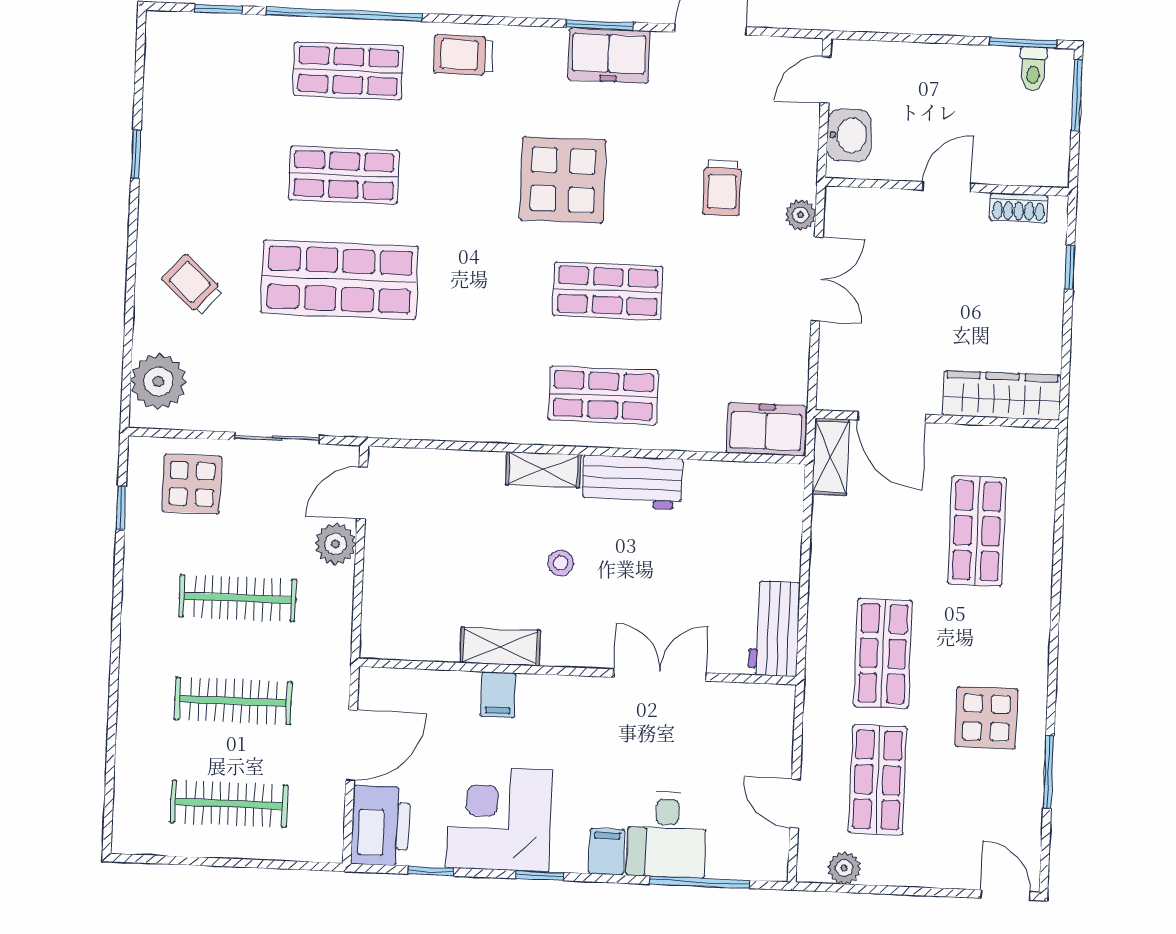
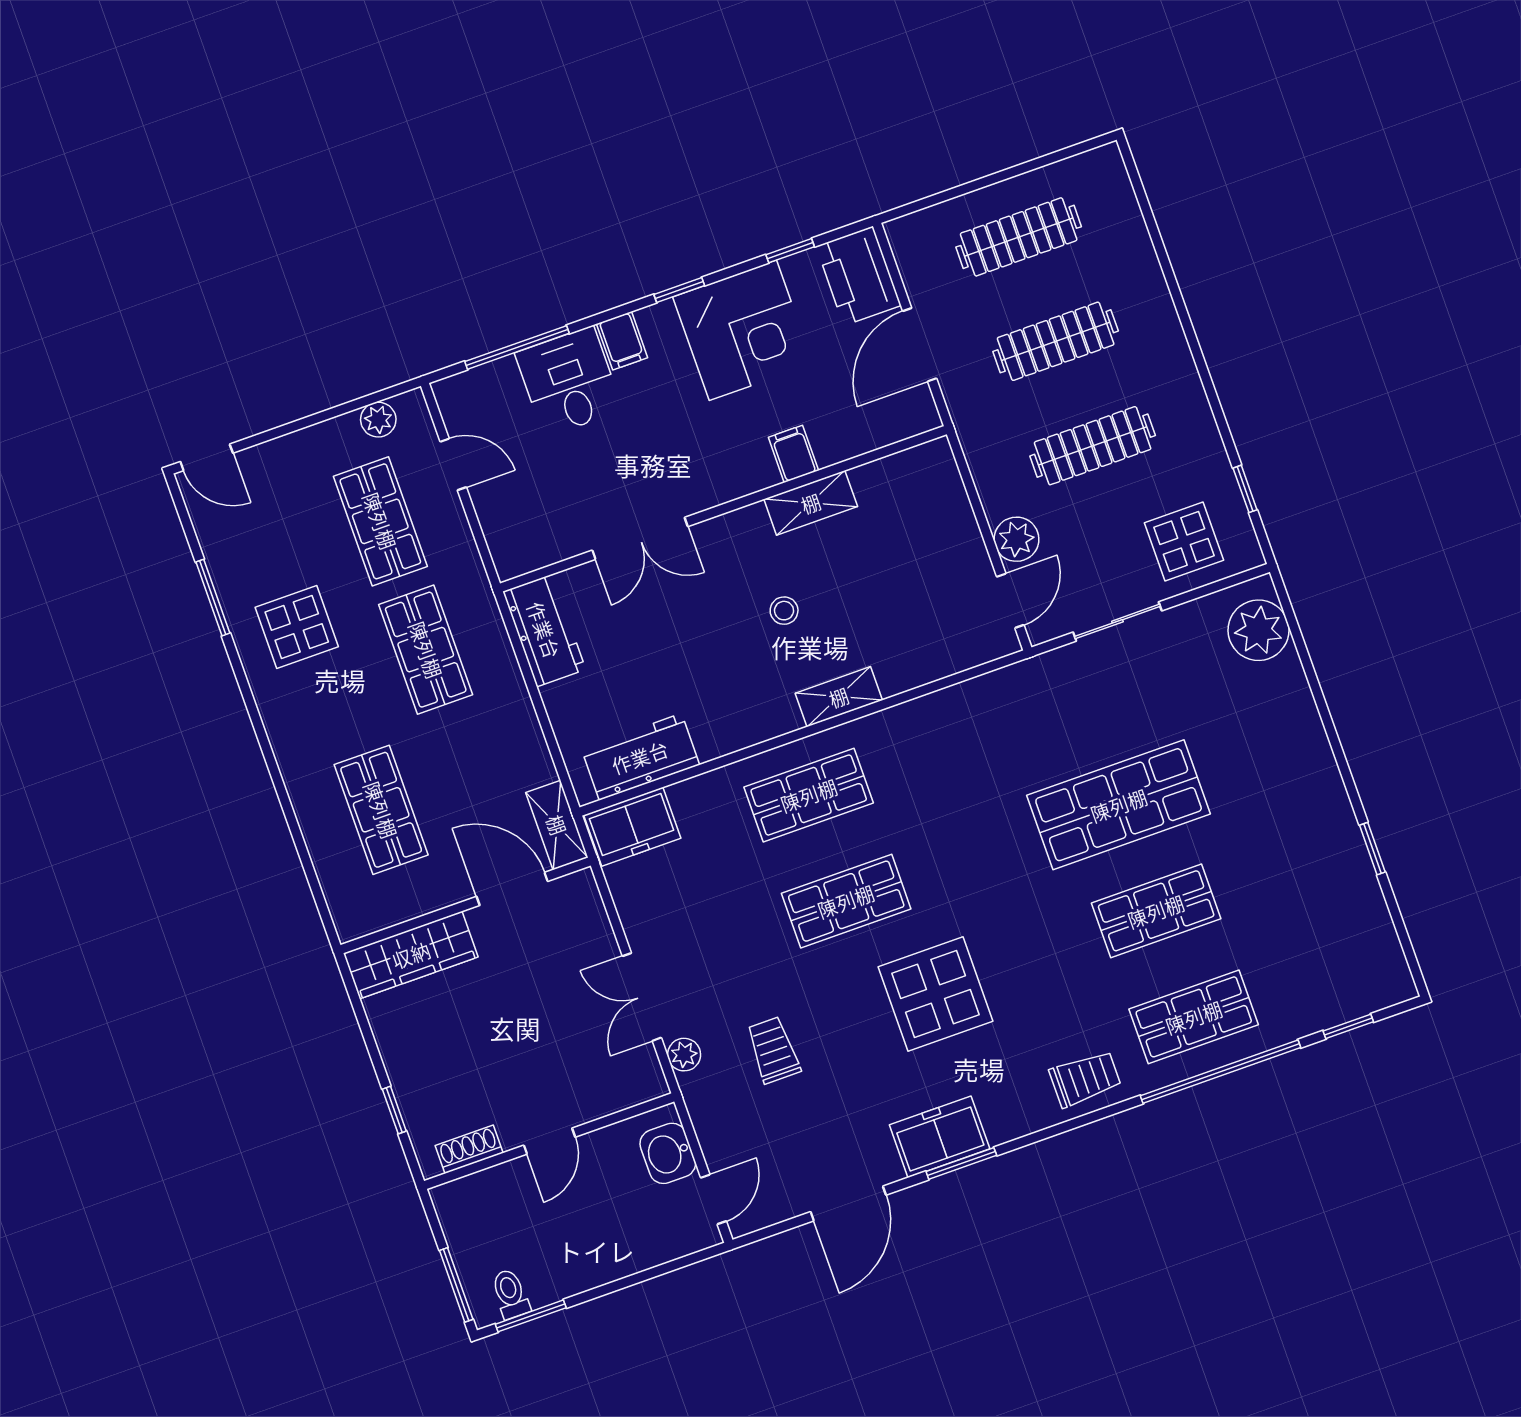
trolley: (193, 285) -> (1263, 740), removed
workbench: (632, 482) -> (640, 757), moved

